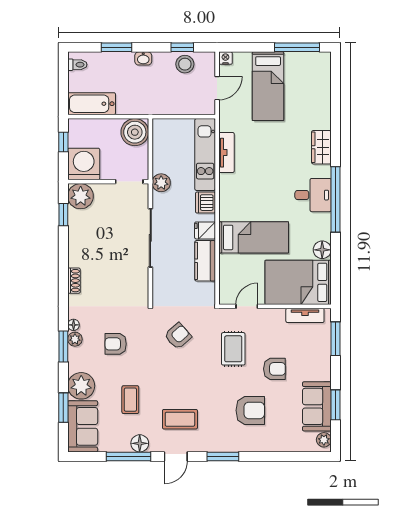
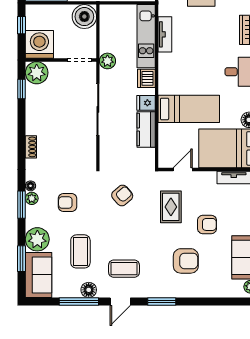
coffee table: (130, 400) -> (80, 251), width x1.36, depth x1.30

